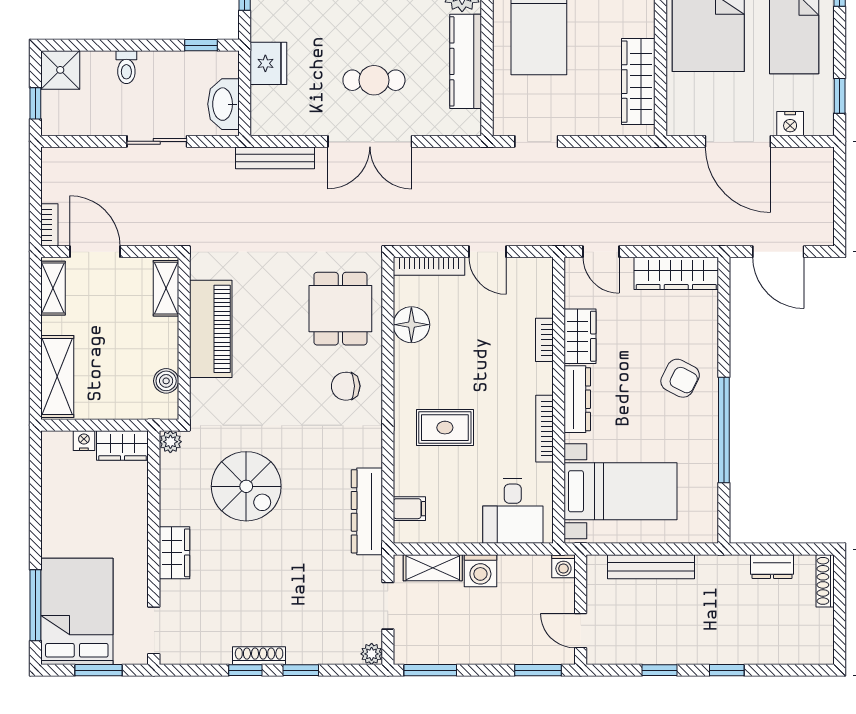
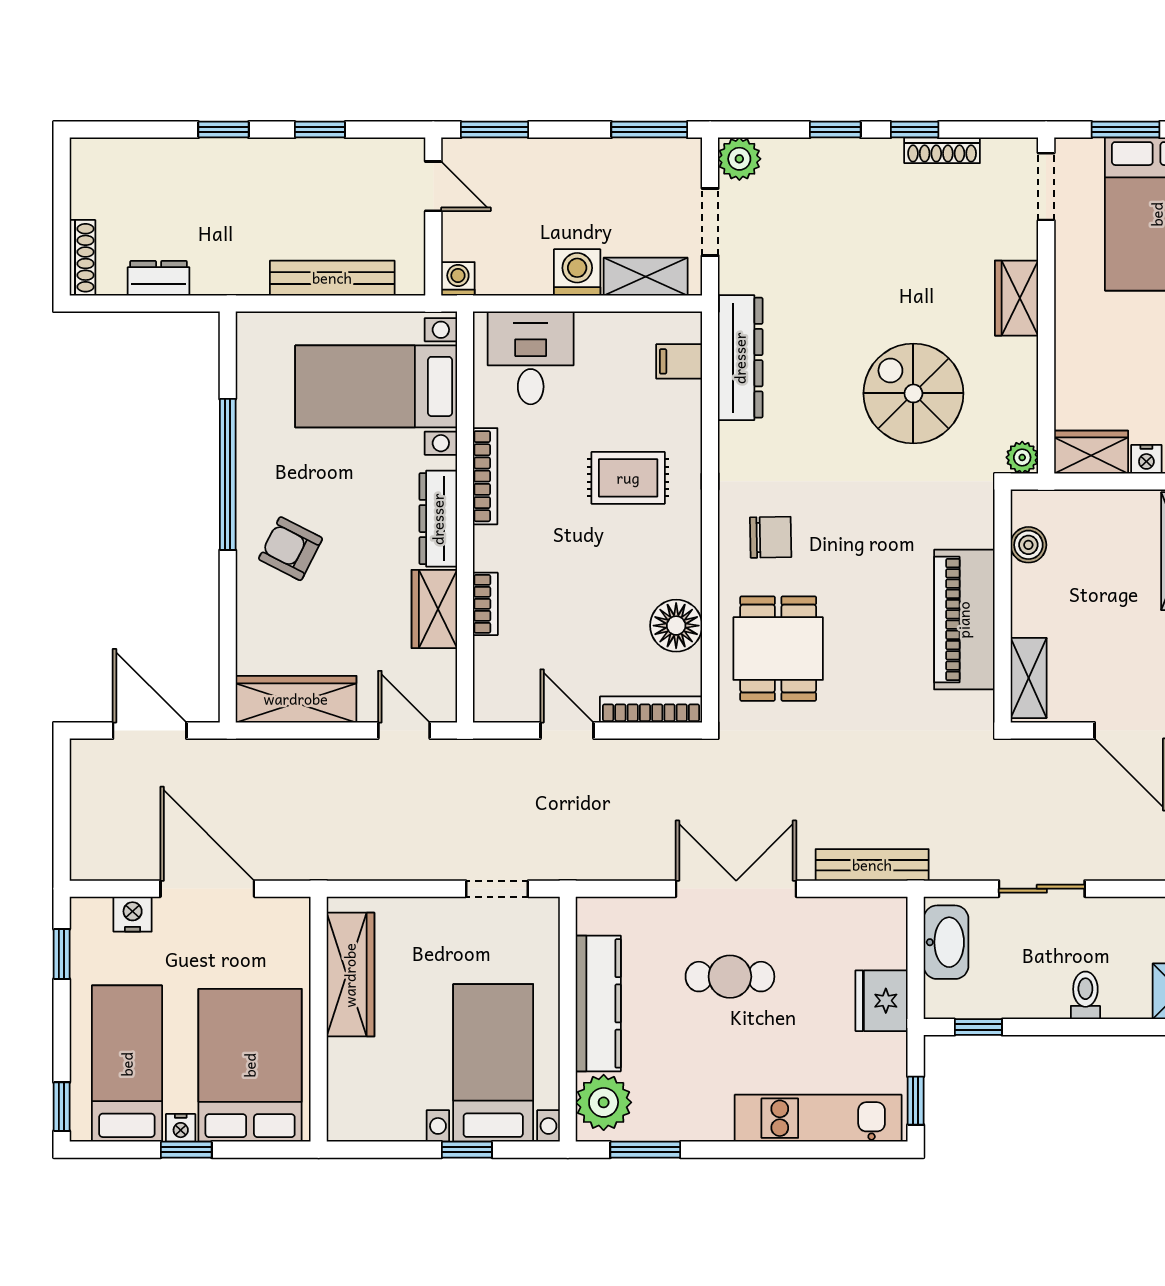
plant: (372, 654) -> (739, 159), width x1.38, depth x1.38
shoe rack: (259, 656) -> (942, 150), moved

